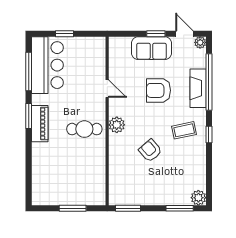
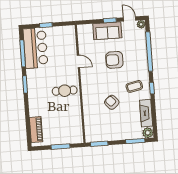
fireplace: (198, 88) -> (146, 113), moved
piano: (40, 124) -> (36, 130), moved
plant: (117, 125) -> (87, 86), removed

